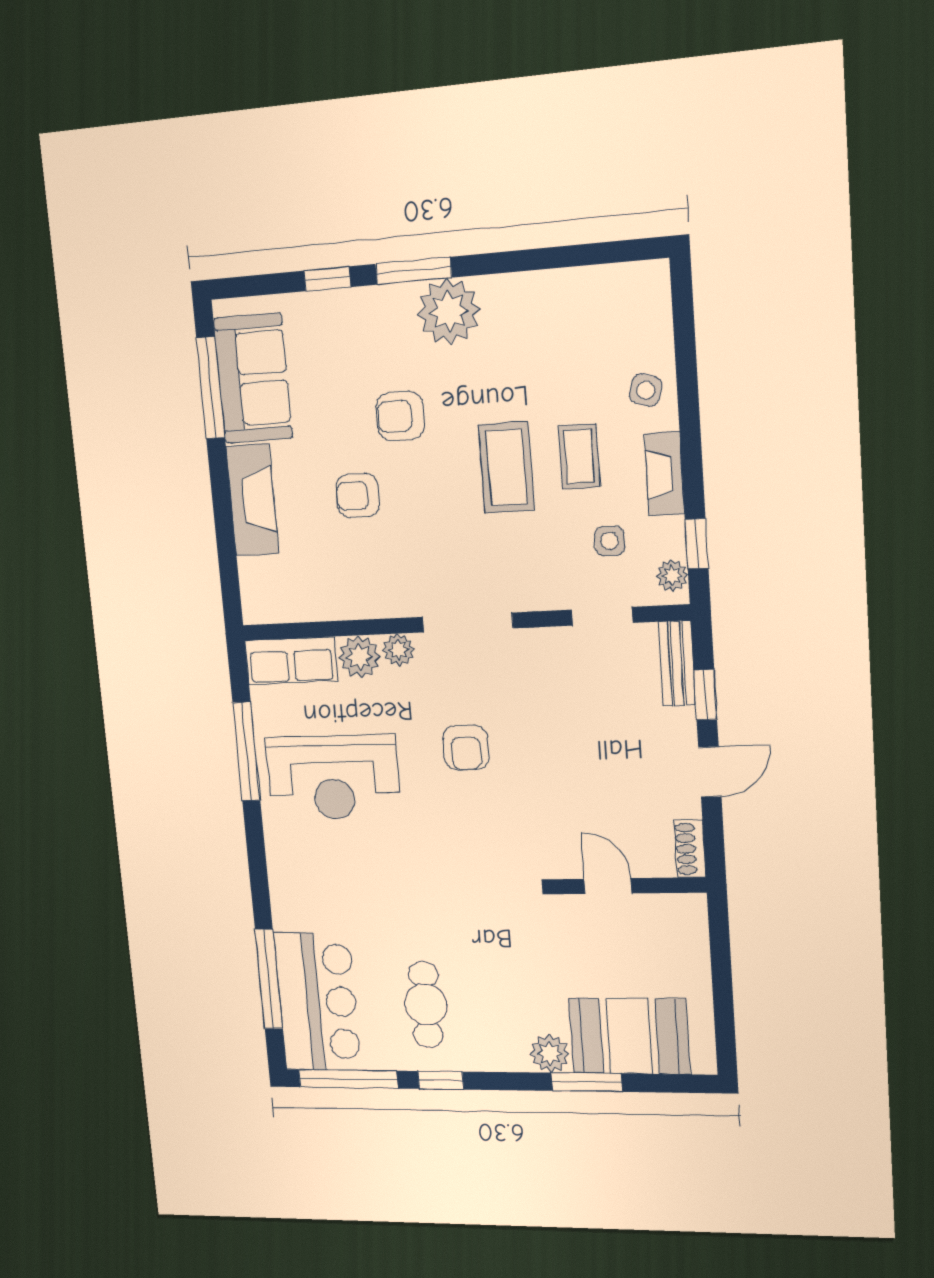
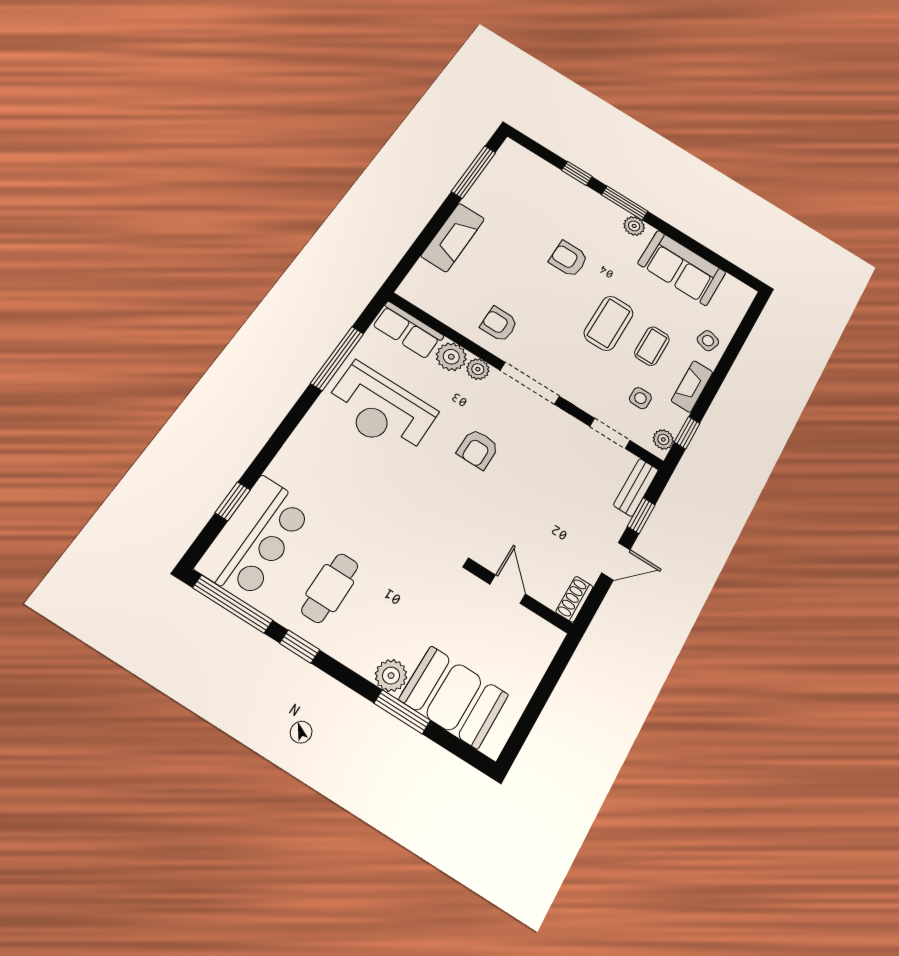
plant: (449, 311) -> (634, 226), width x0.53, depth x0.53
sofa: (253, 378) -> (682, 268), moved, turned 90
armchair: (358, 496) -> (499, 324), moved
window: (269, 979) -> (233, 501), width x0.46

